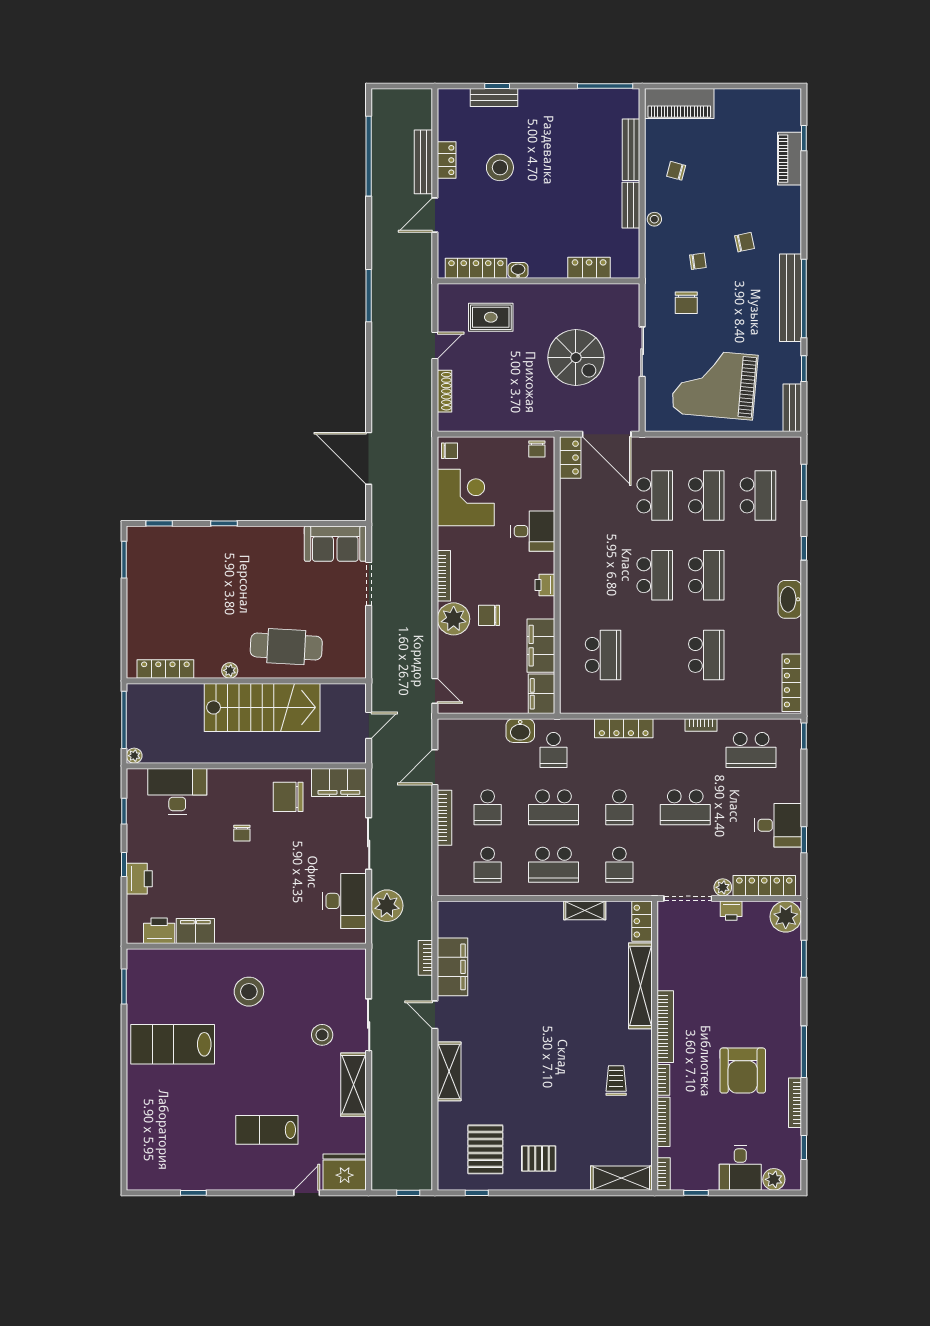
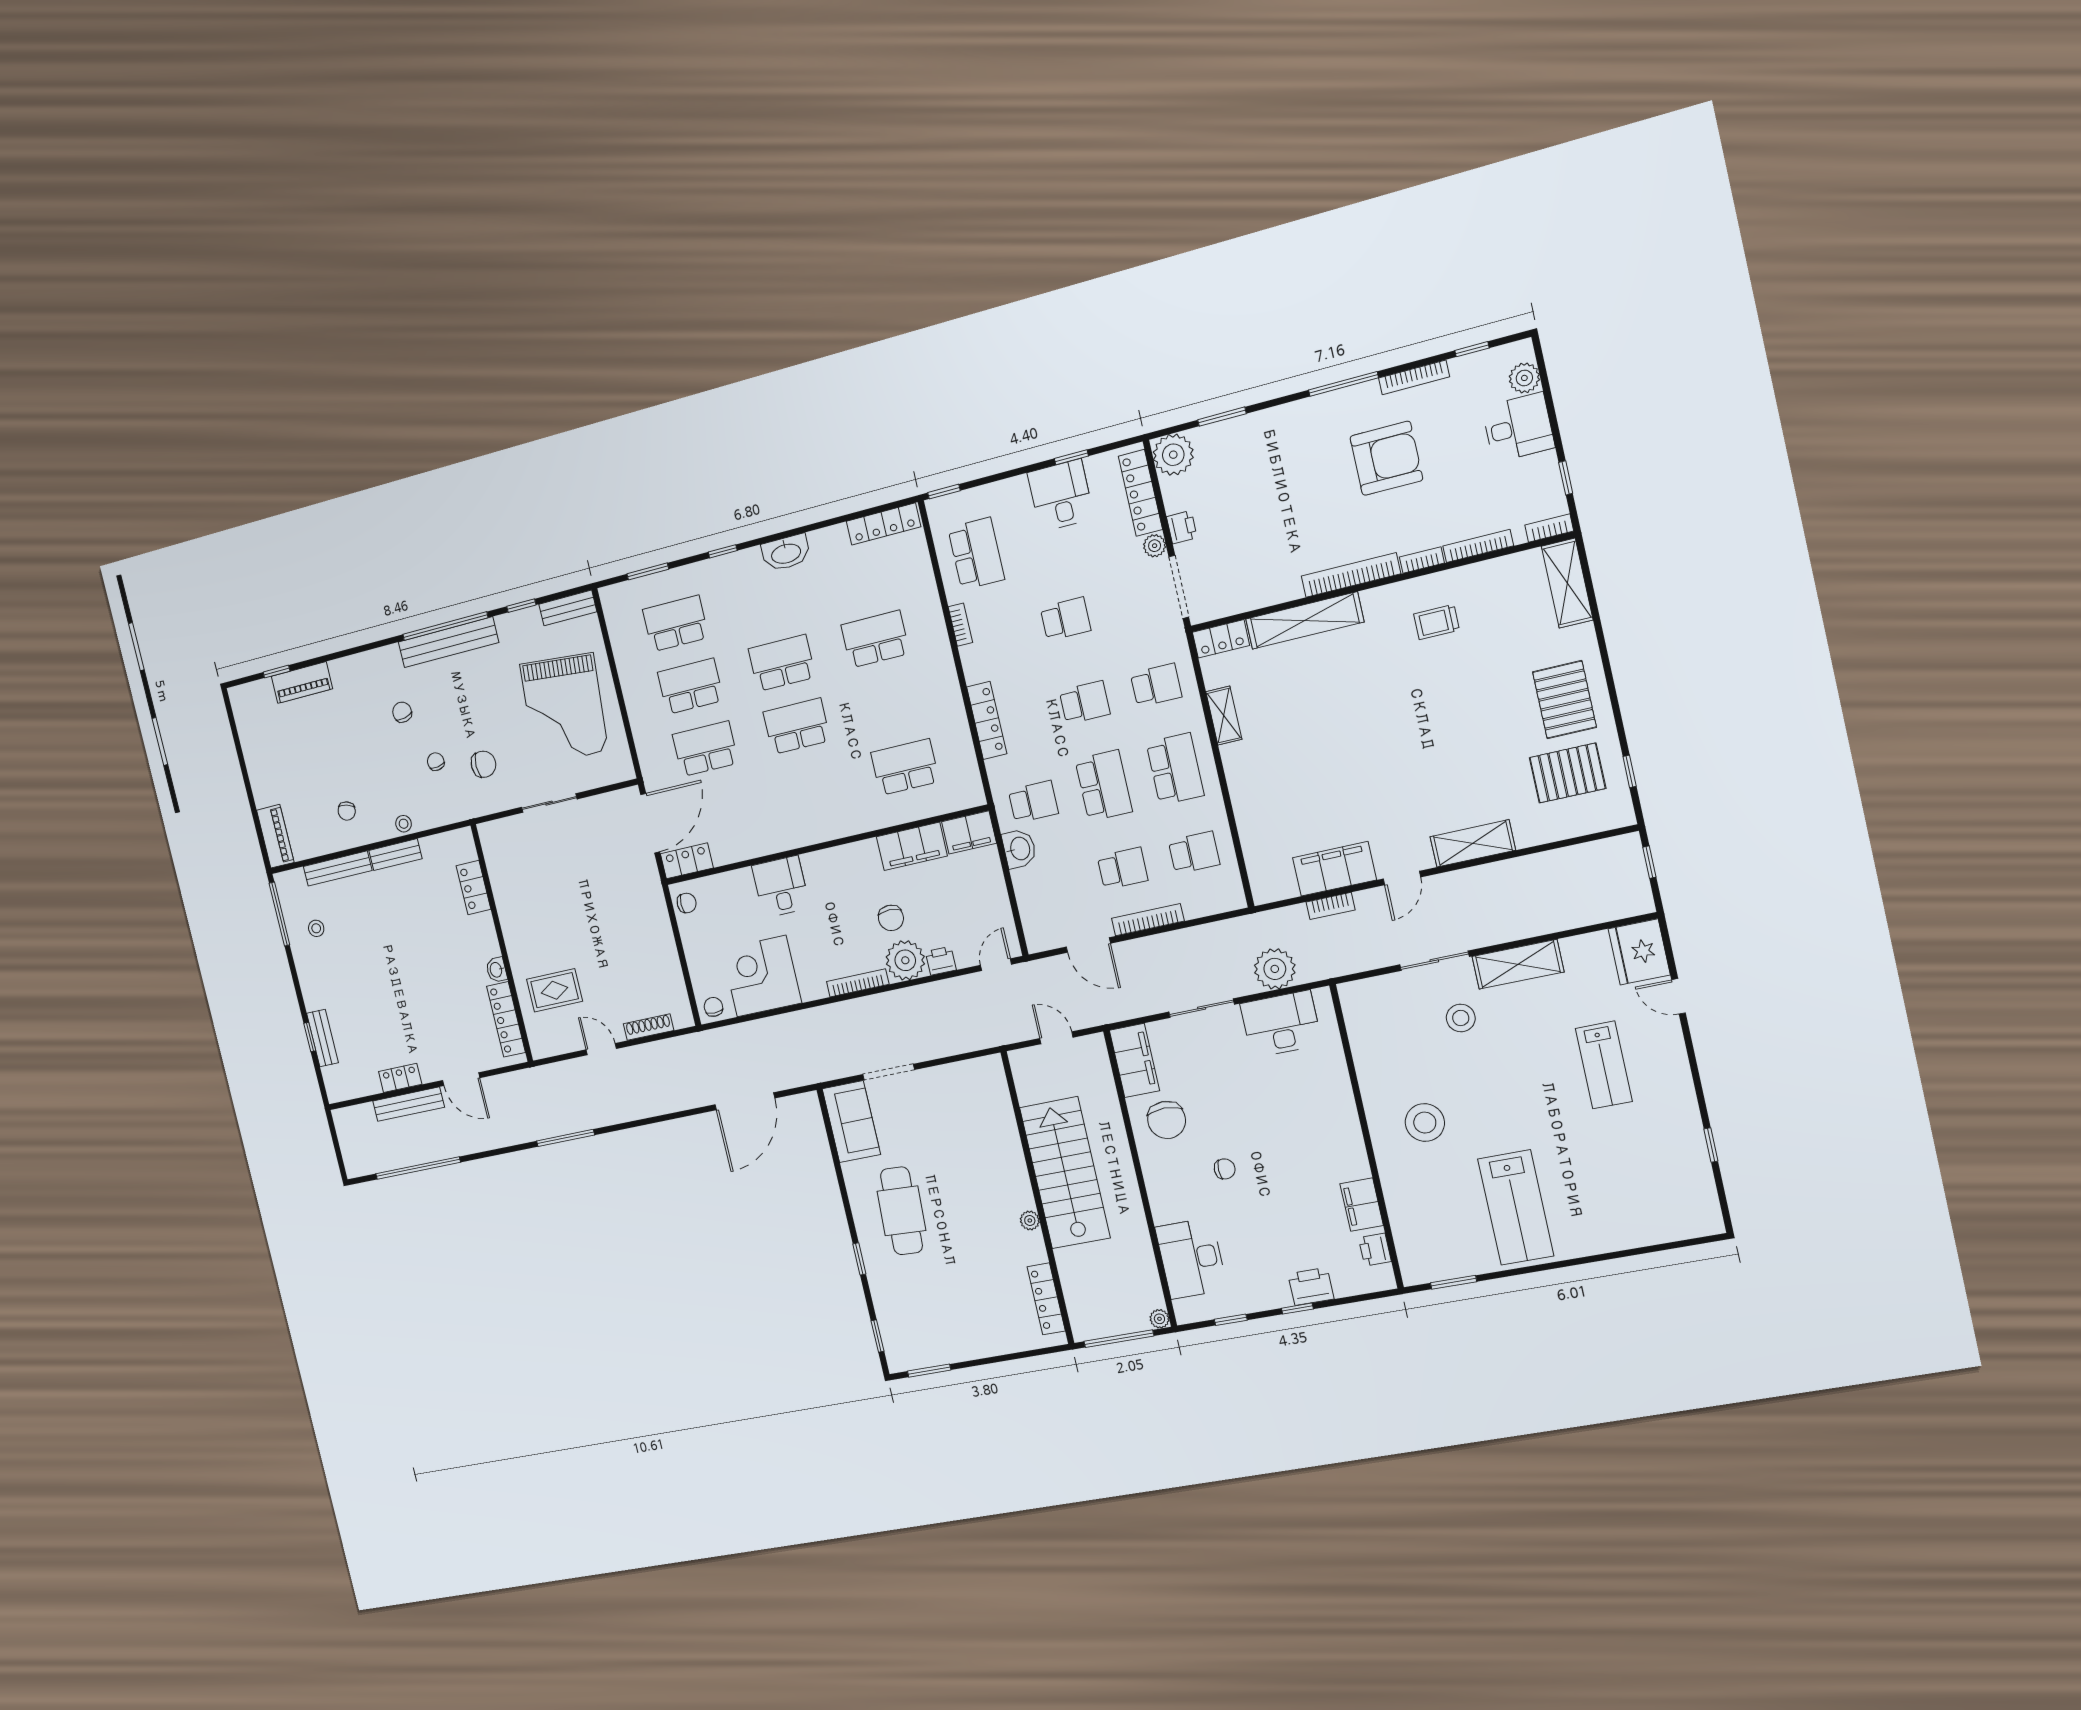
piano: (679, 104) -> (275, 836), width x0.73, depth x0.75
stool: (500, 167) -> (316, 928), moved, width x0.53, depth x0.53
rug: (491, 317) -> (555, 990), turned 90
spiral stairs: (576, 358) -> (574, 880), removed
printer: (545, 585) -> (941, 961), moved, turned 180
cafe table: (286, 647) -> (902, 1211), moved
school desk: (685, 807) -> (1066, 619), width x0.54
printer: (159, 931) -> (1375, 1250), width x0.73, depth x0.81
pallet: (539, 1159) -> (1564, 700), width x1.50, depth x1.42

